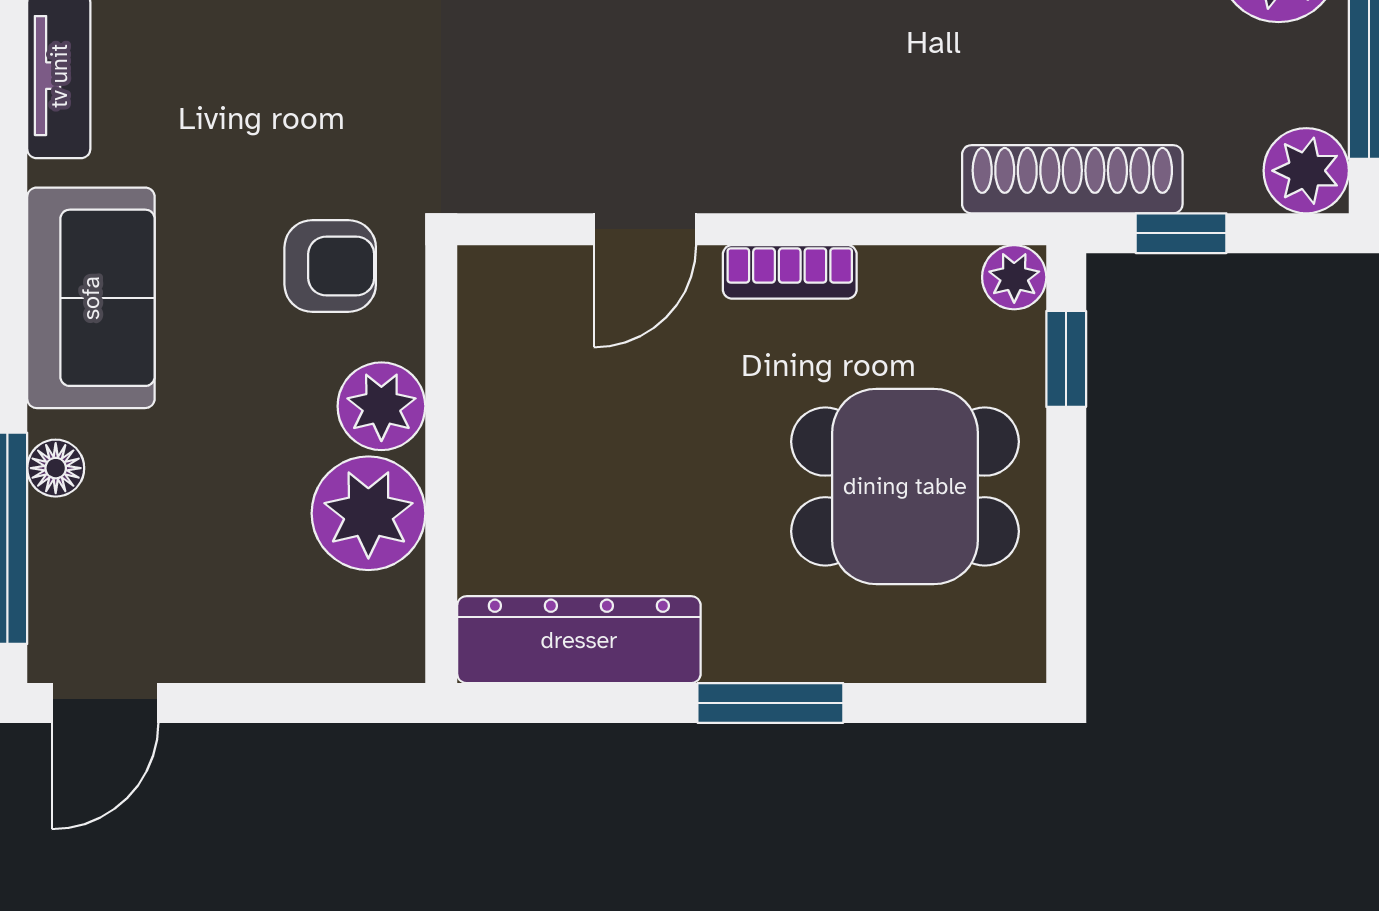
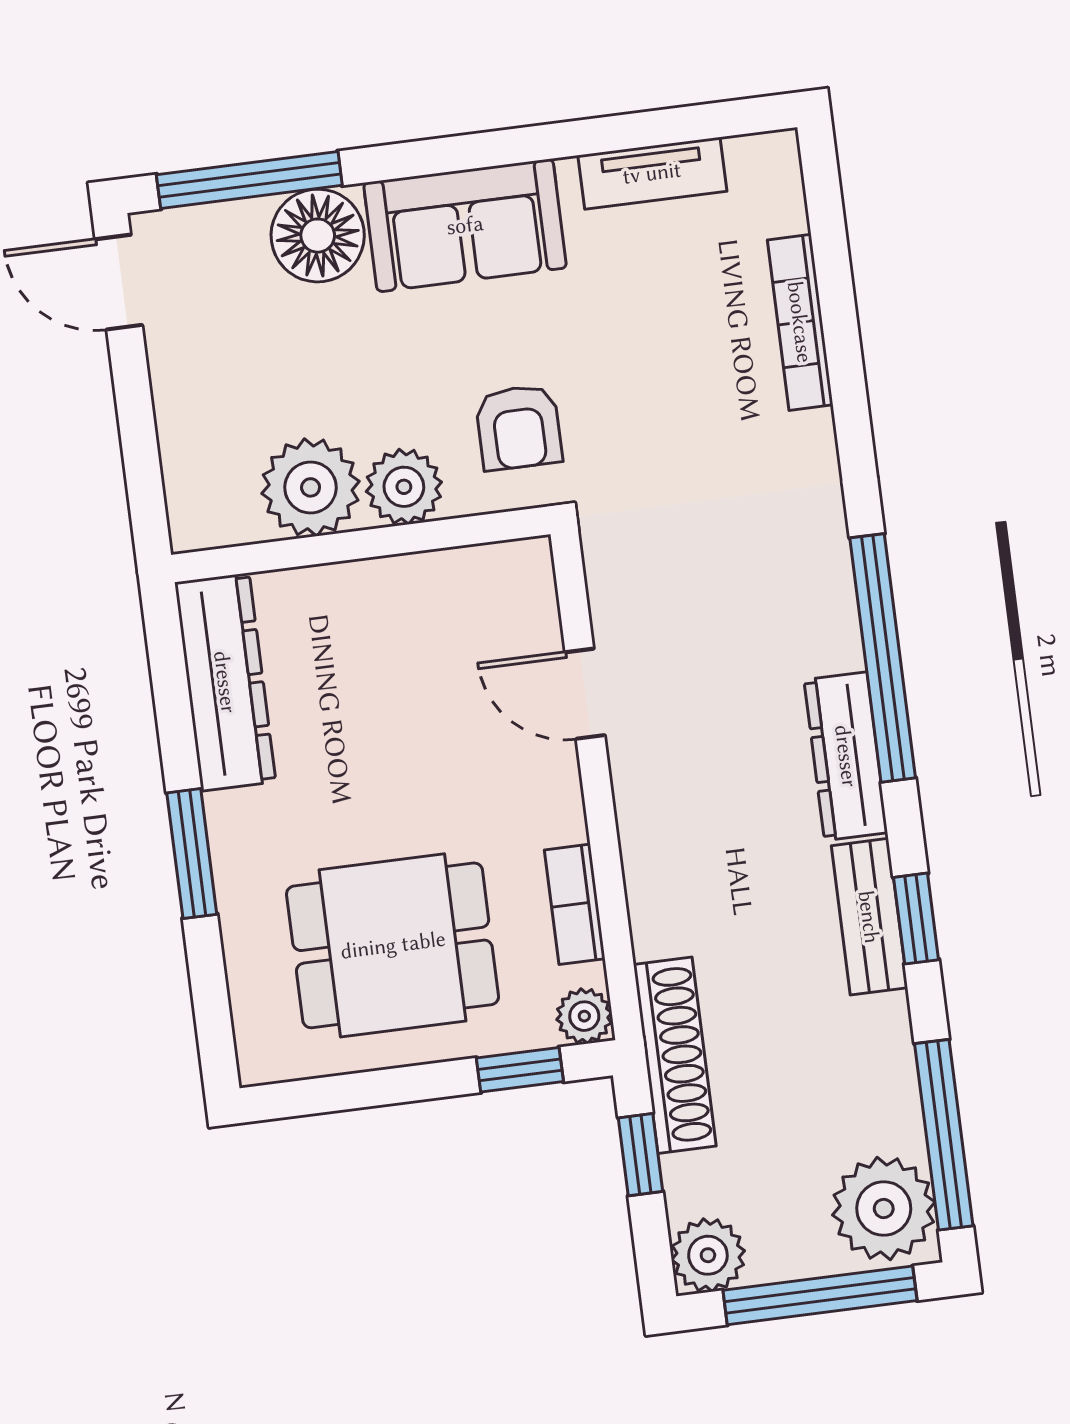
bookcase: (790, 272) -> (575, 904), moved
floor lamp: (56, 468) -> (318, 236), width x1.89, depth x1.89
dining table: (905, 486) -> (393, 945), turned 90

